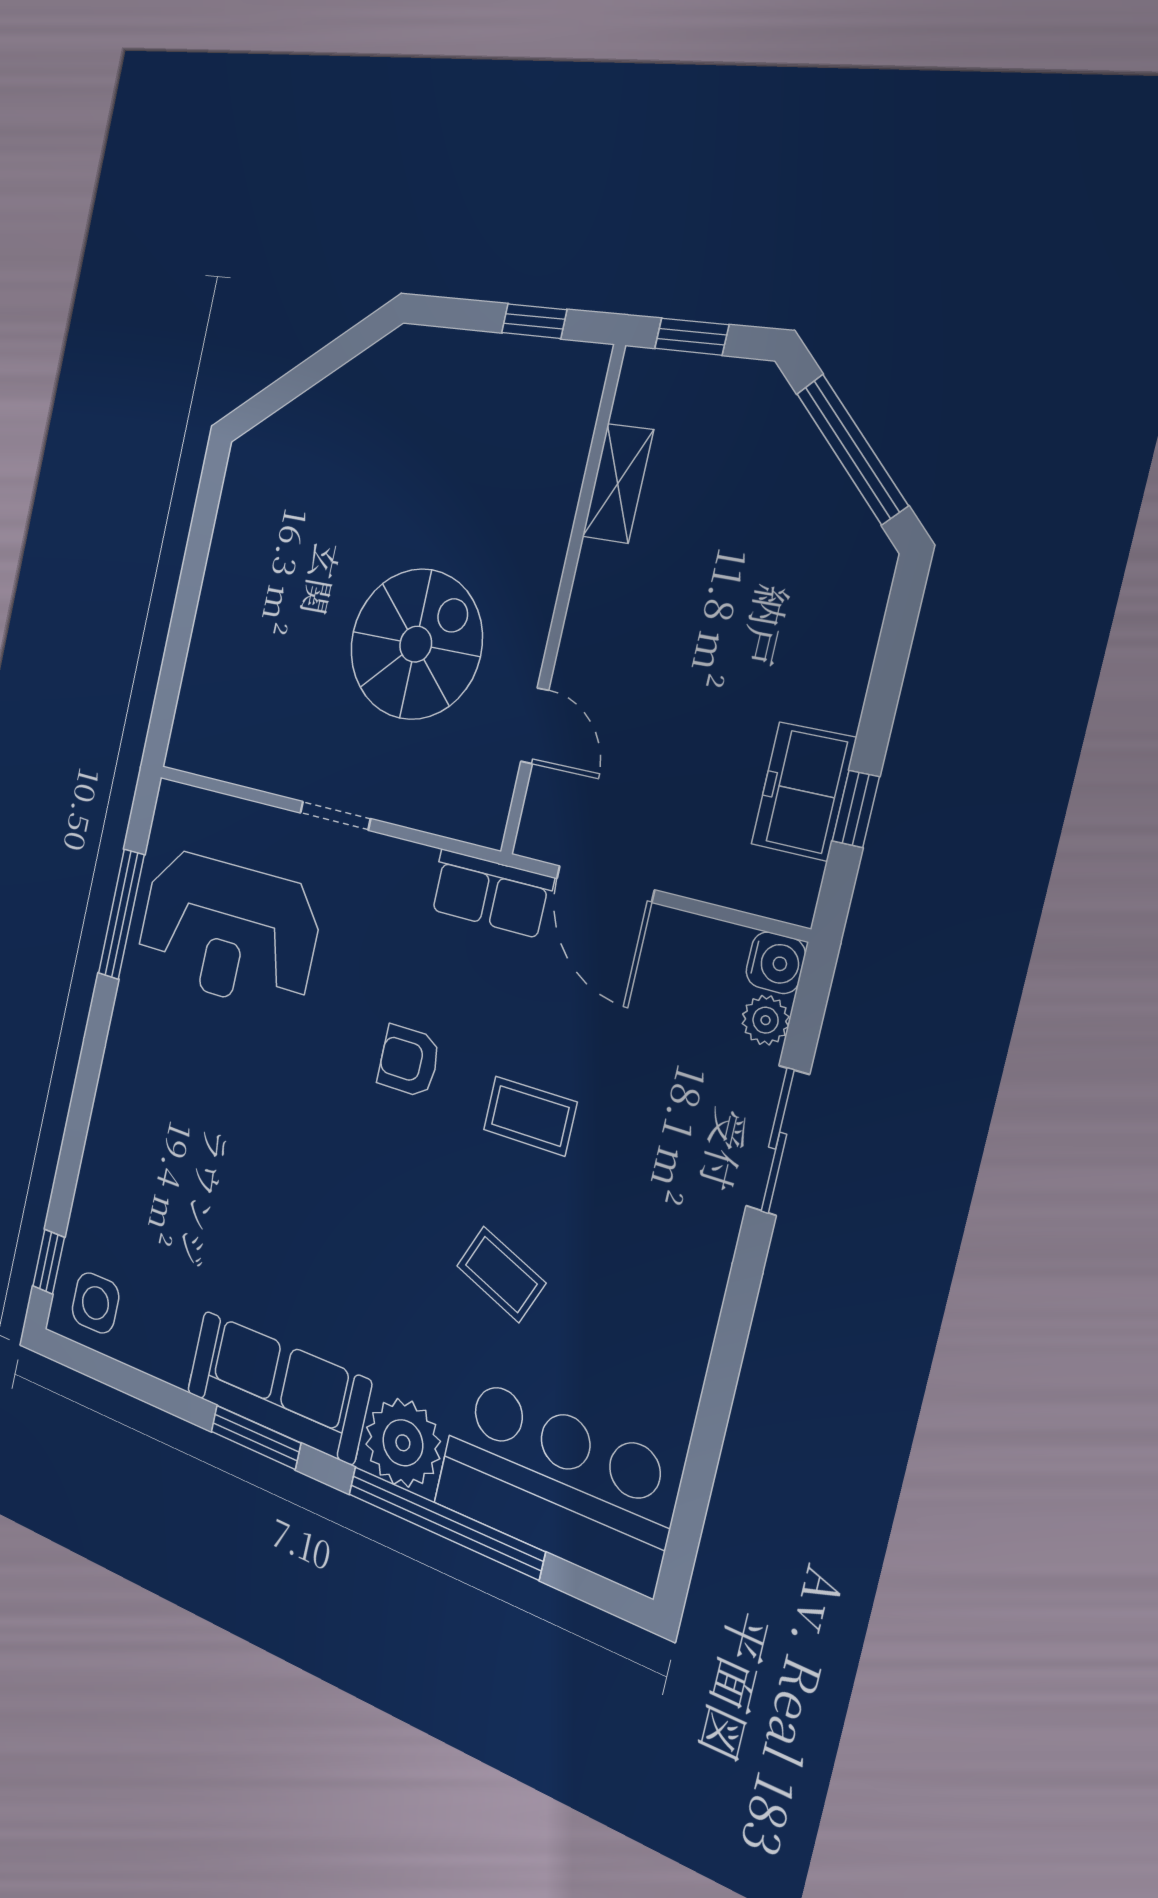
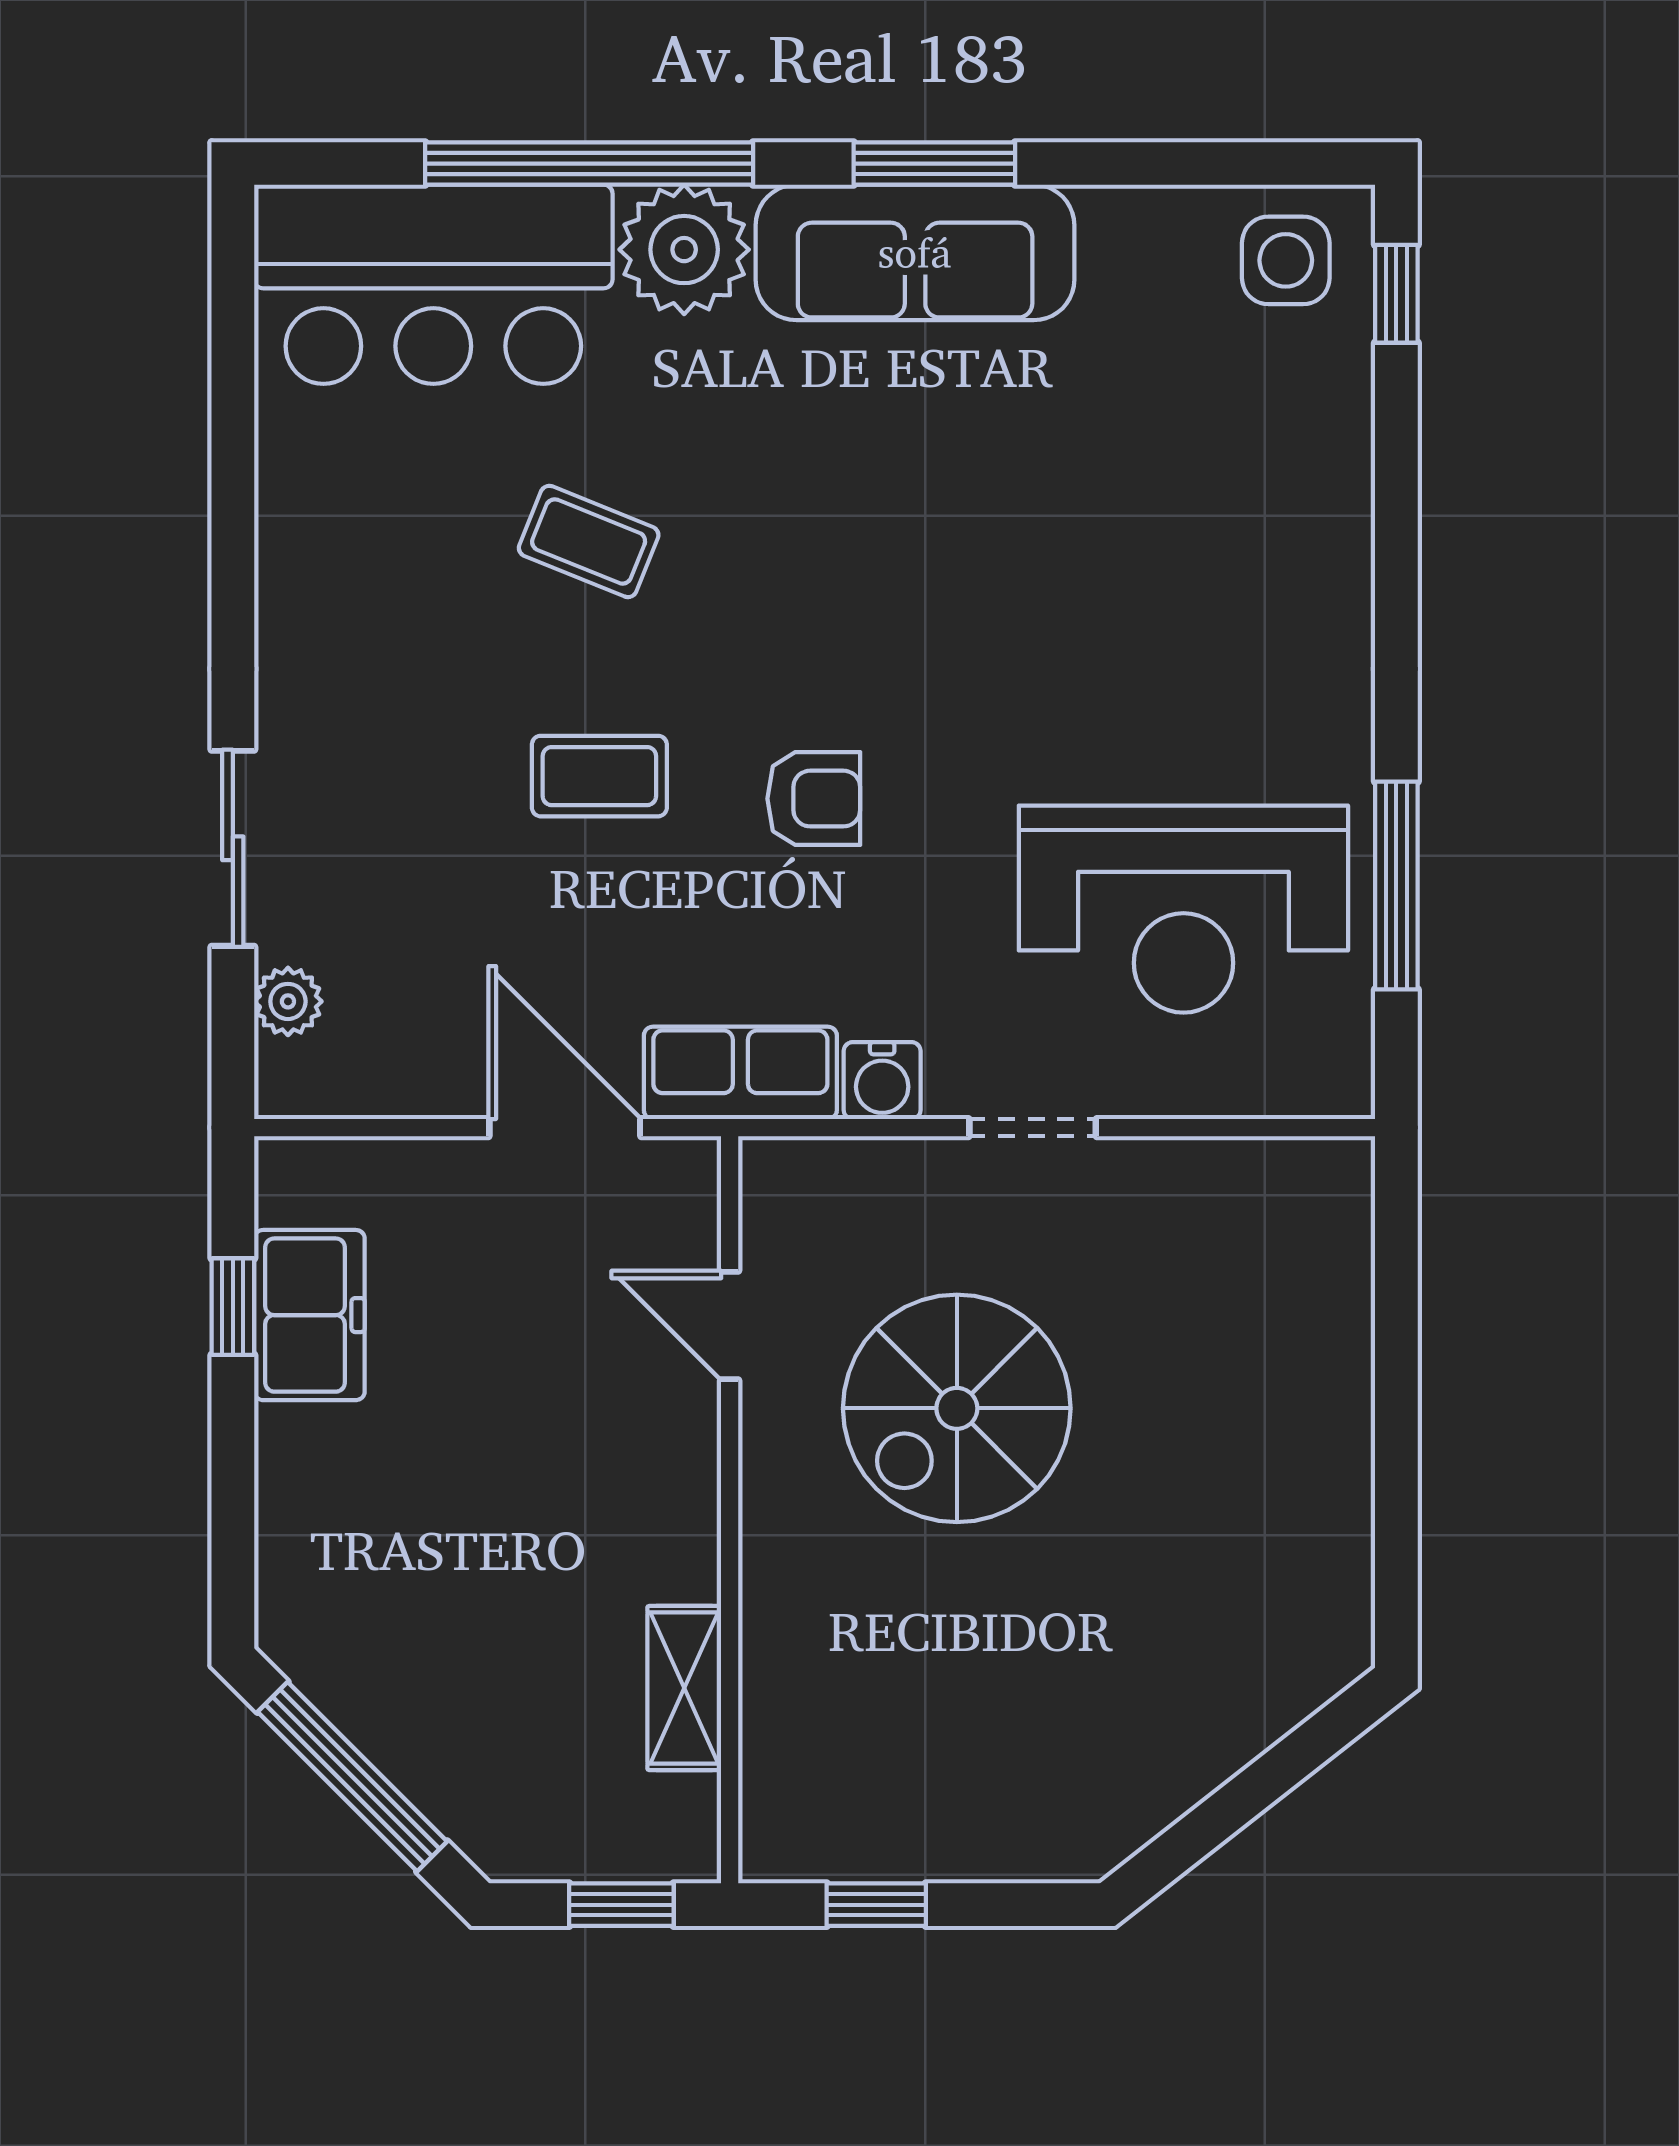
reception desk: (228, 931) -> (1183, 909), turned 180
water cooler: (776, 963) -> (882, 1081), moved, turned -90

